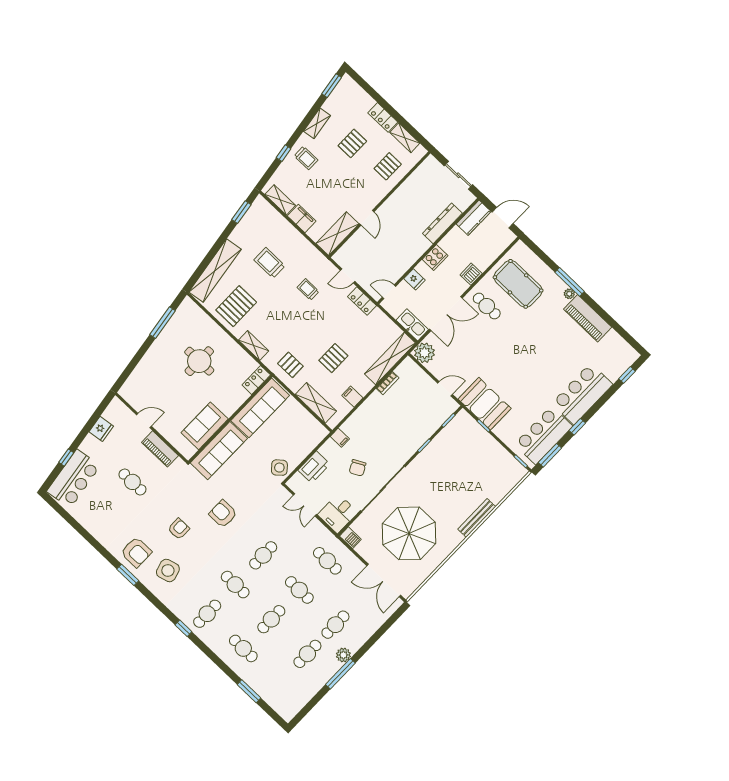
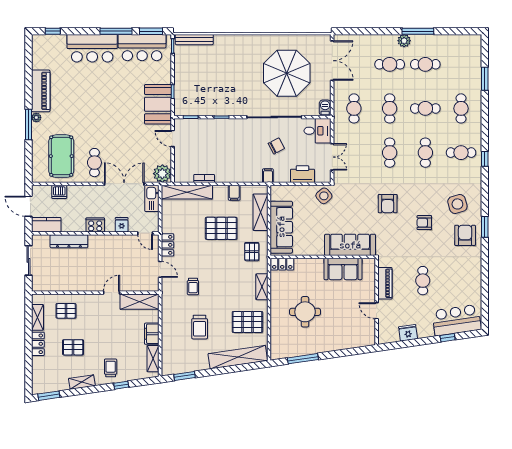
dishwasher: (471, 274) -> (59, 192), moved
pallet: (333, 358) -> (221, 228), width x1.50, depth x1.42
sofa: (260, 408) -> (281, 227), moved, turned 90
window: (577, 427) -> (116, 31), width x2.17
bench: (477, 518) -> (194, 40), moved
cafe table: (263, 555) -> (390, 153), turned 90

